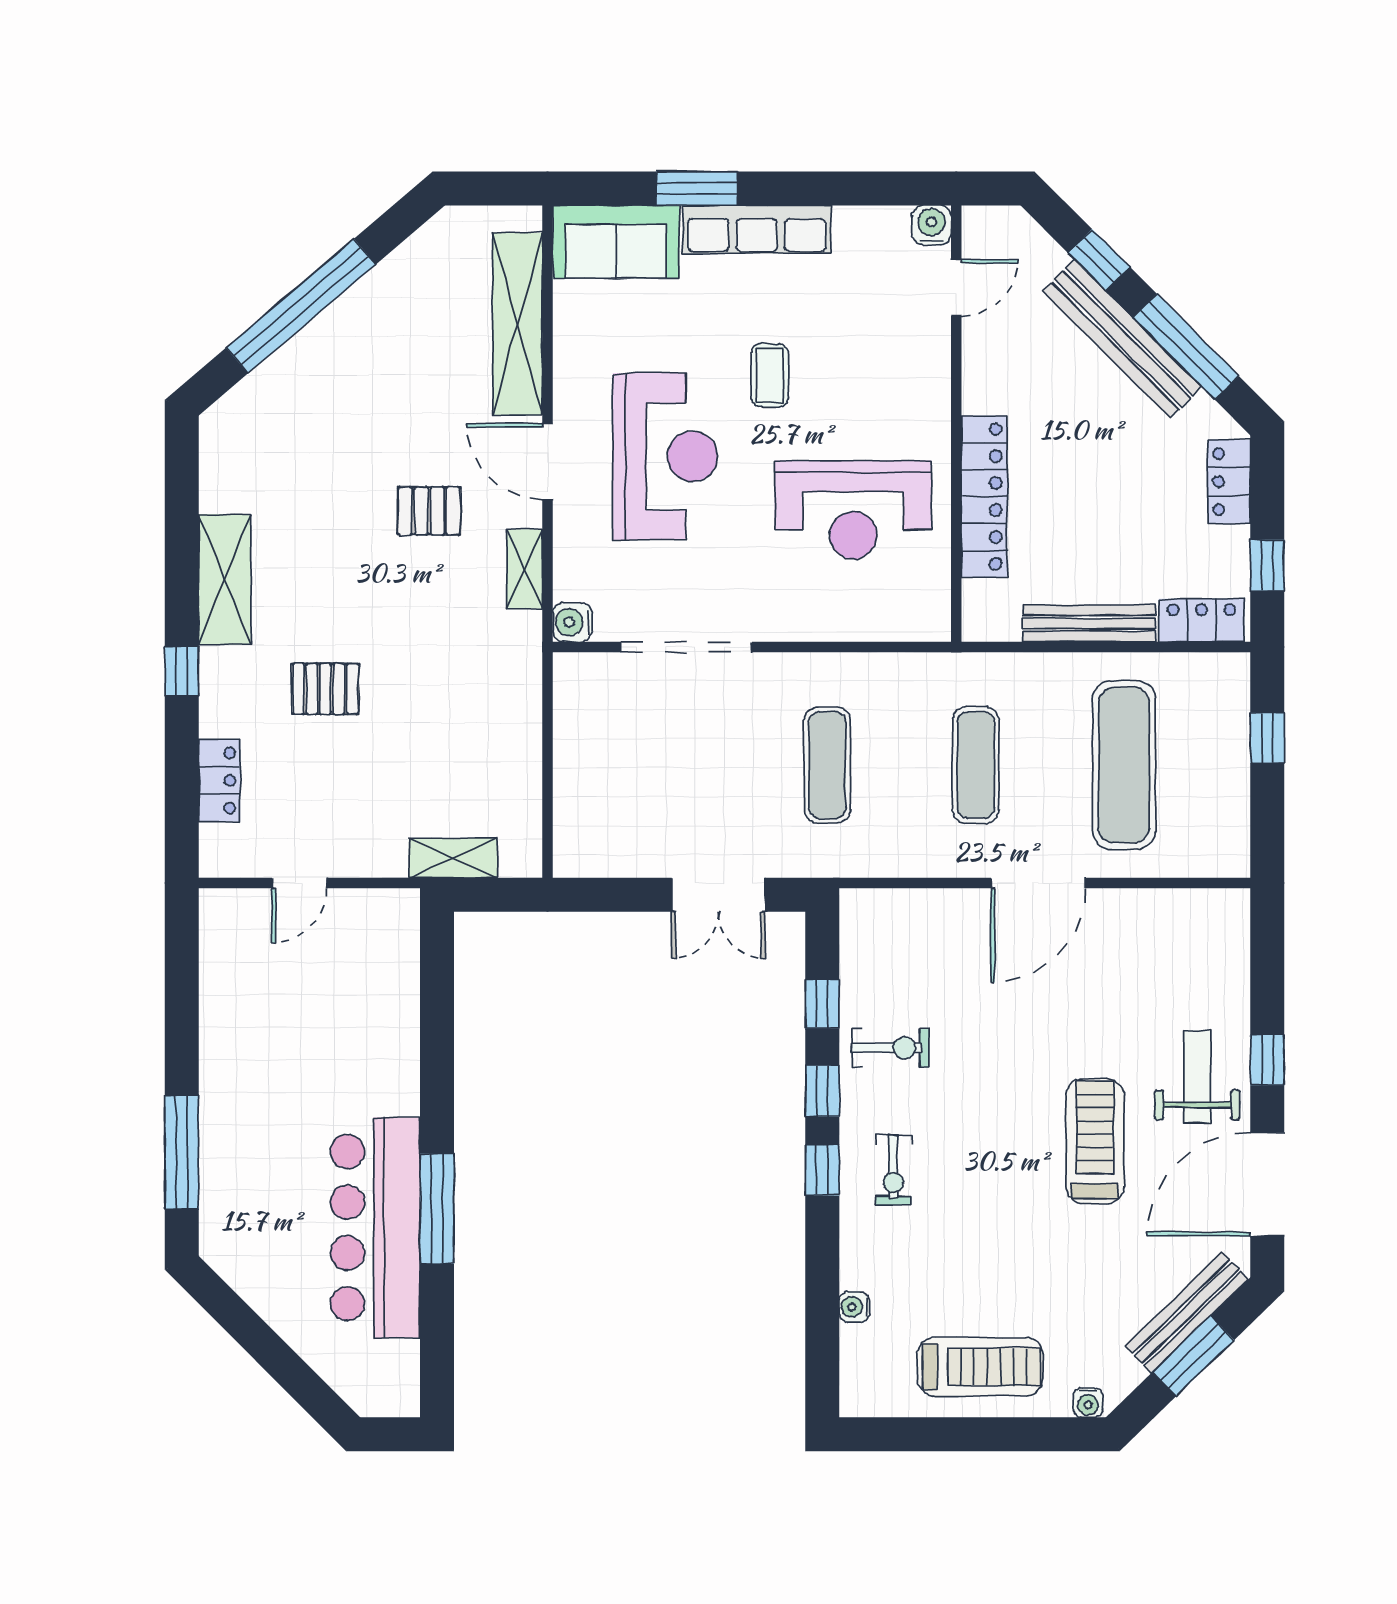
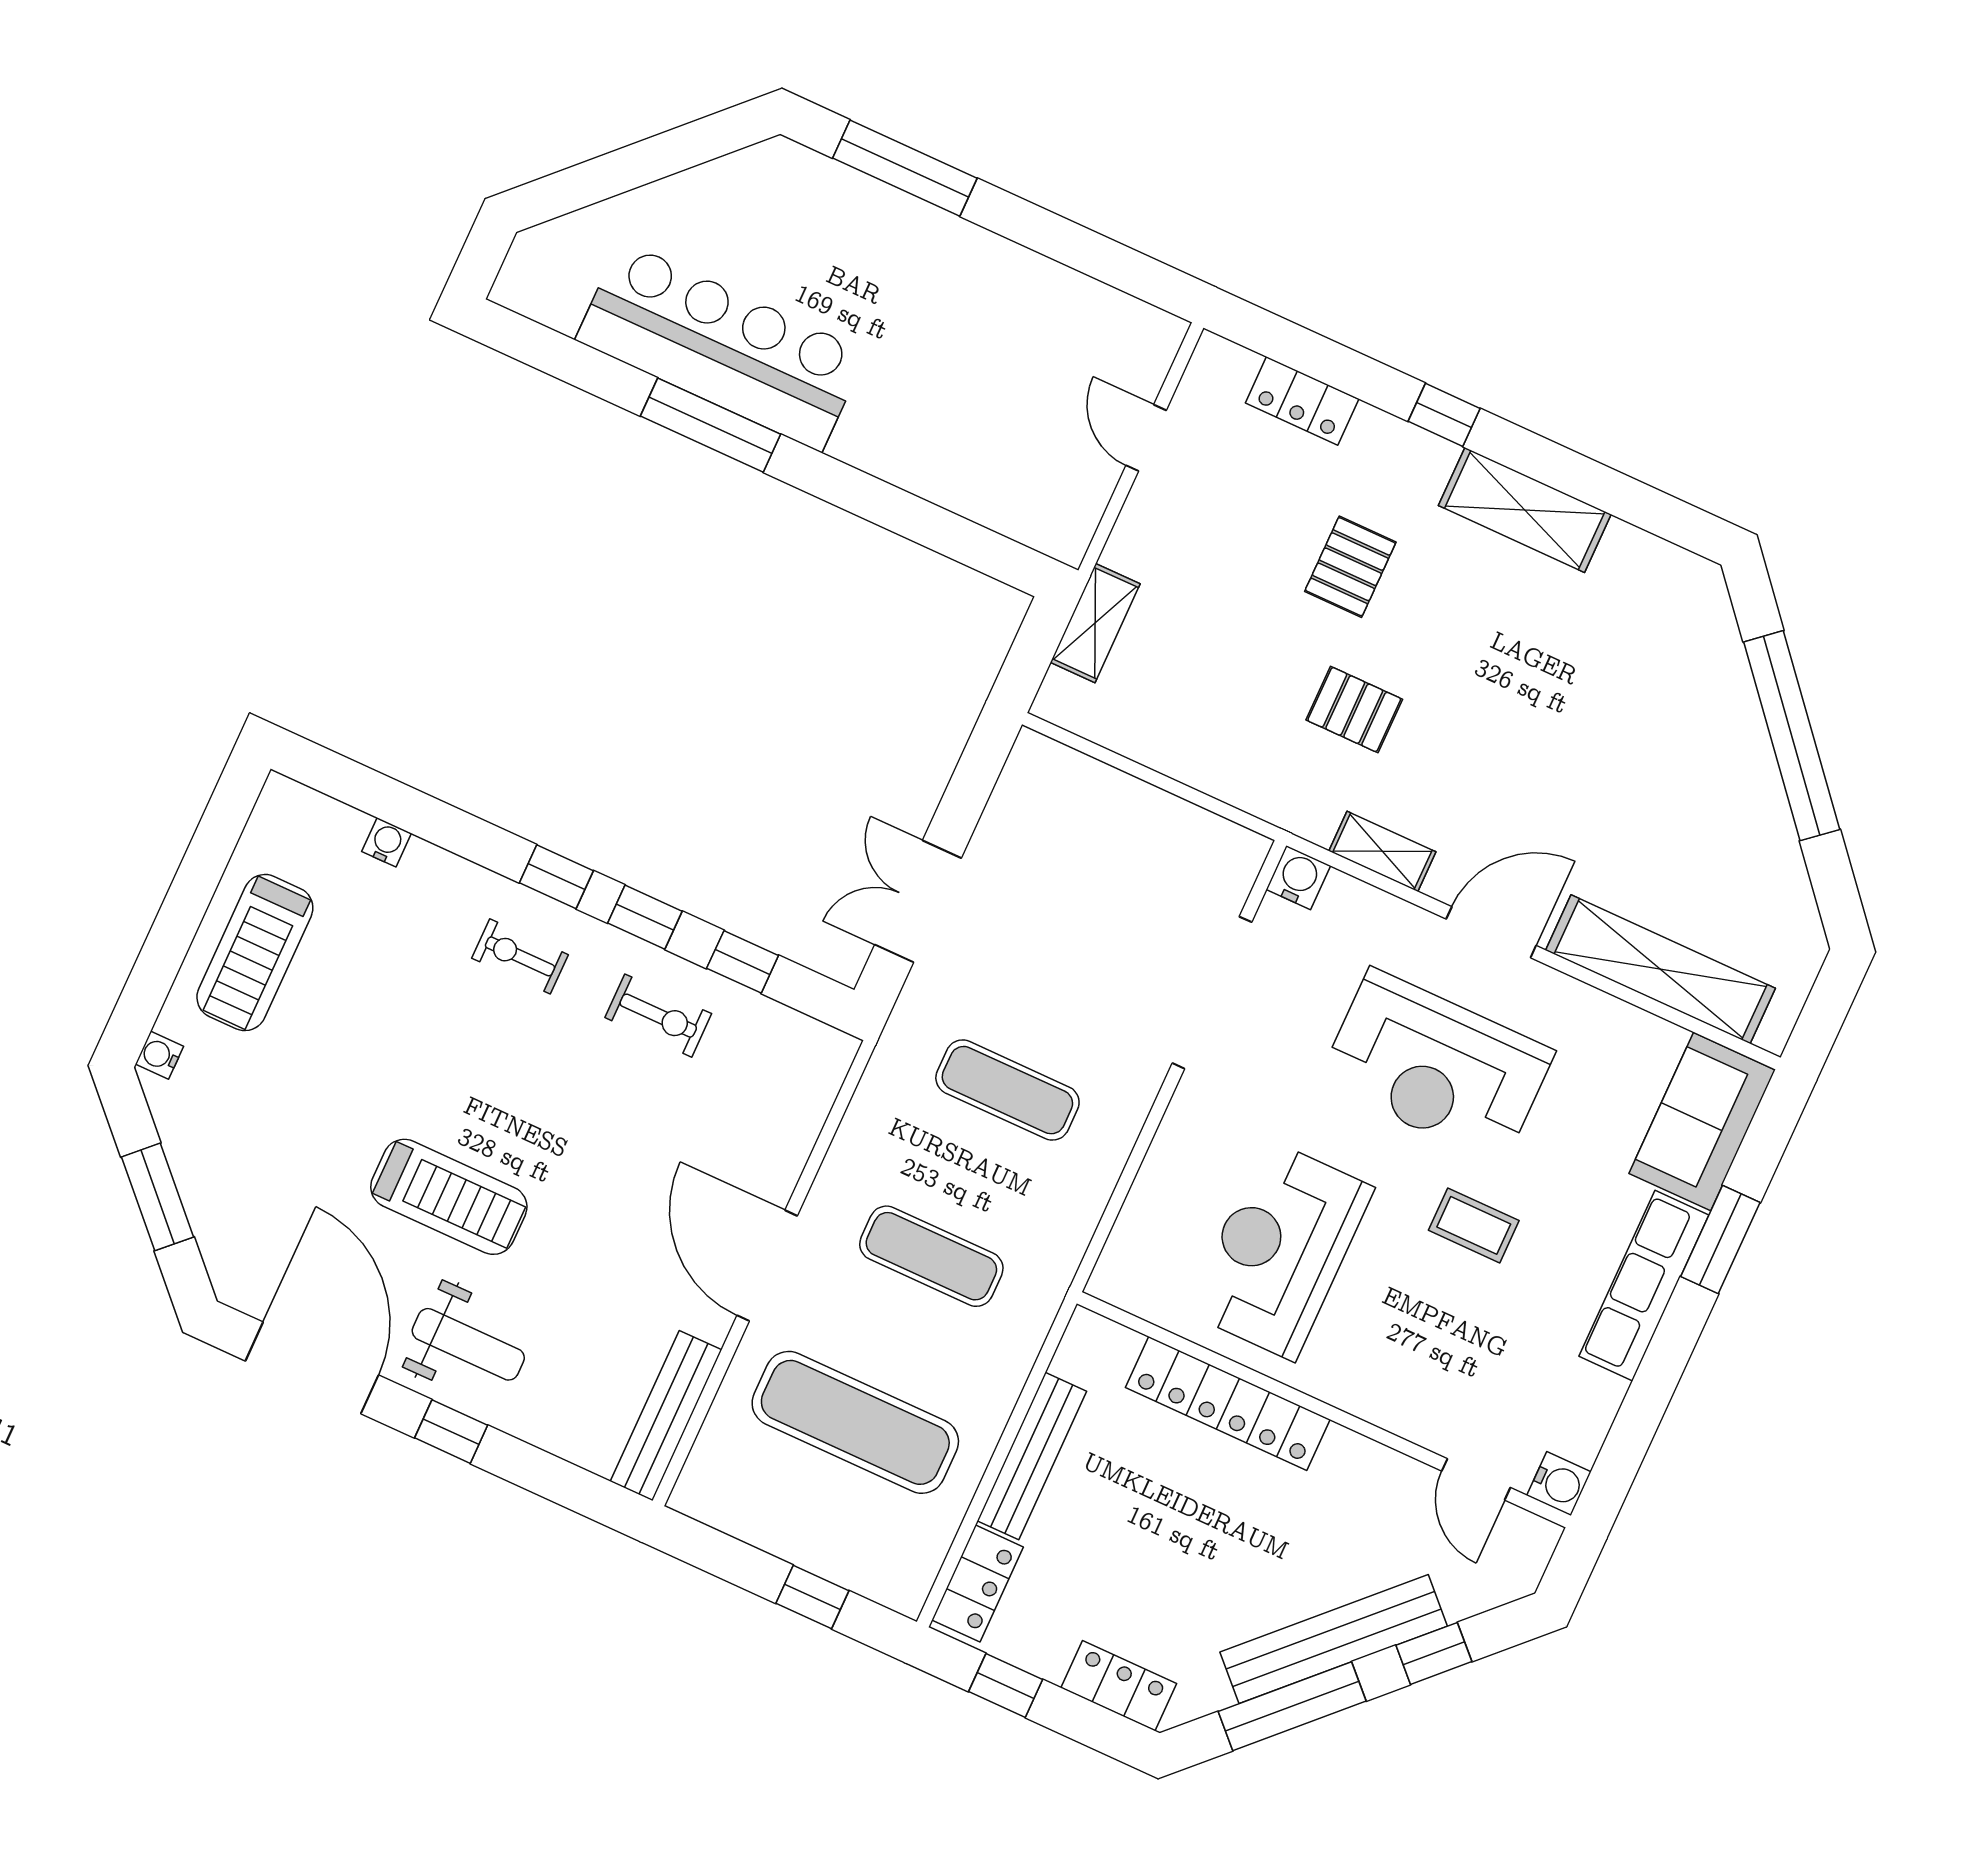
pallet: (429, 511) -> (1354, 710), moved, turned 90
exercise bike: (890, 1048) -> (658, 1016), turned -90
bench: (1187, 1313) -> (666, 1416), moved, turned 44

